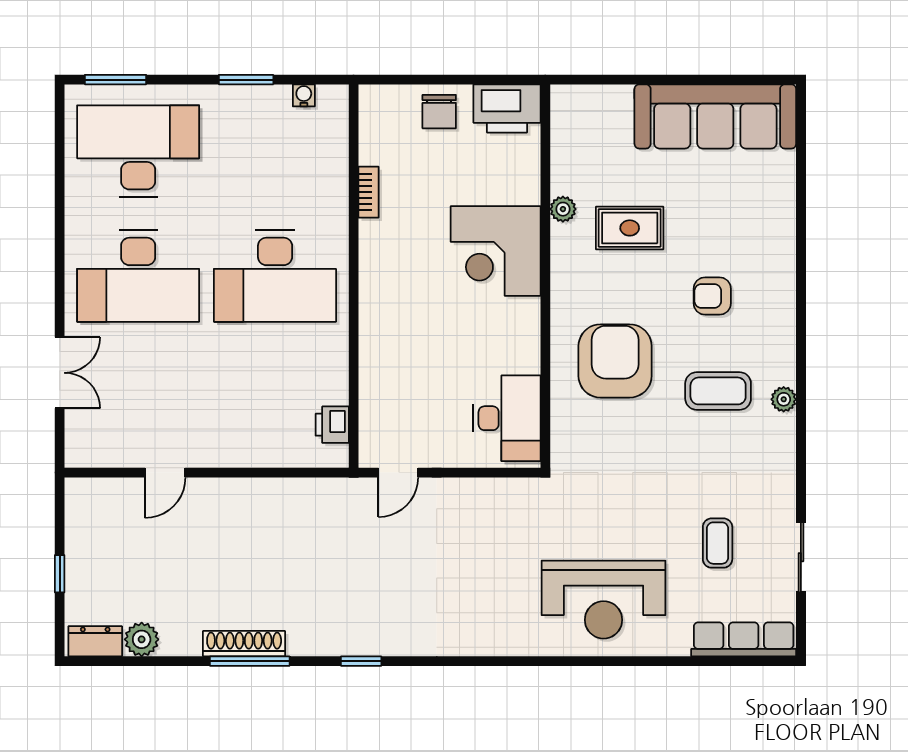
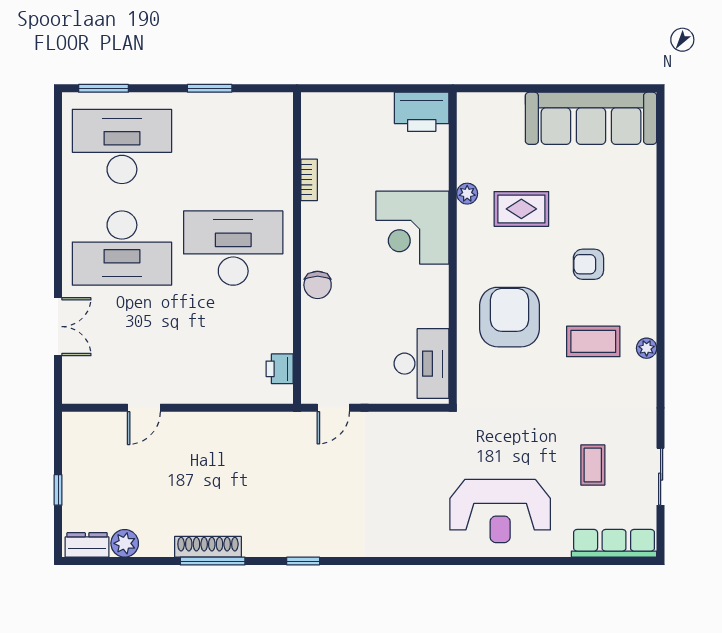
water cooler: (304, 95) -> (257, 101), removed
chair: (439, 112) -> (318, 285), moved
desk: (275, 276) -> (233, 248), turned 180

